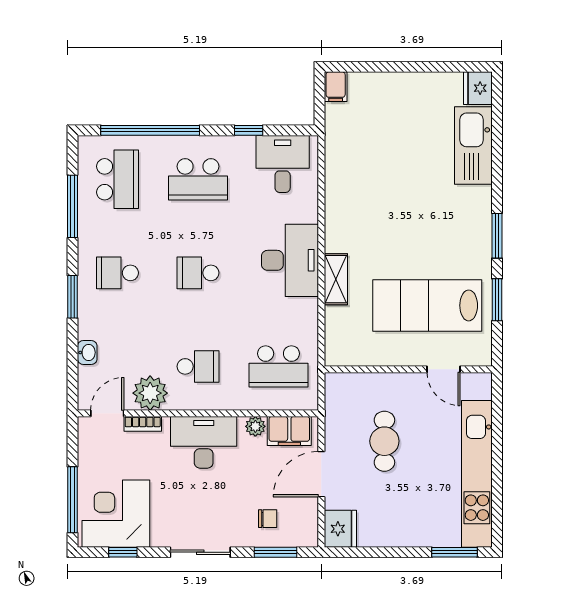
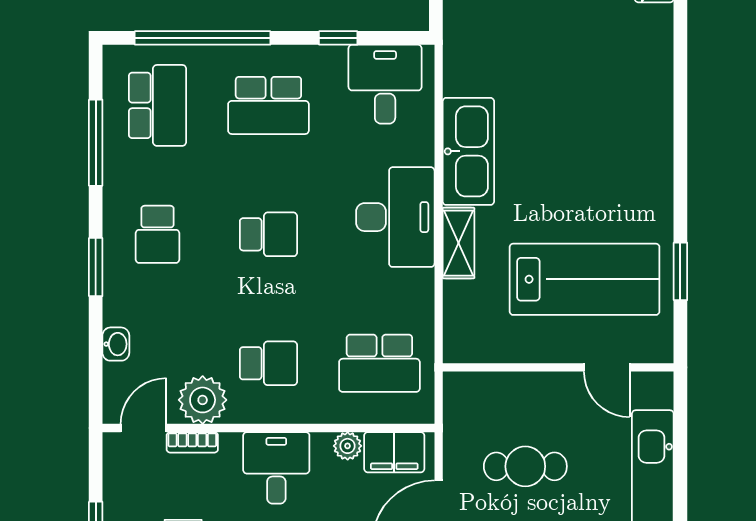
kitchen sink: (473, 145) -> (468, 151), moved, turned 180
window: (497, 236) -> (680, 183), removed
school desk: (117, 273) -> (158, 234), turned -90
school desk: (198, 273) -> (268, 234), turned 180
lab bench: (427, 305) -> (585, 279), turned 180
cafe table: (384, 441) -> (525, 466), turned 90
desk: (204, 442) -> (276, 468), width x0.73

